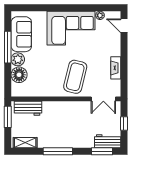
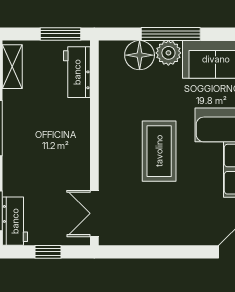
window: (8, 47) -> (171, 34), moved
fireplace: (116, 68) -> (152, 237), removed
coffee table: (75, 77) -> (159, 151), moved, turned 76

